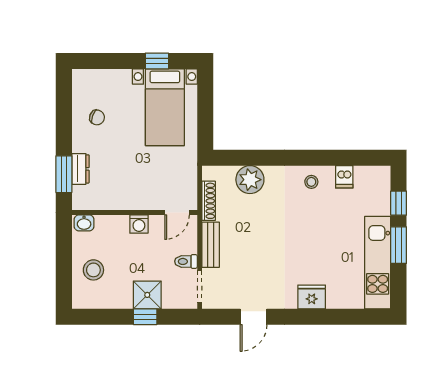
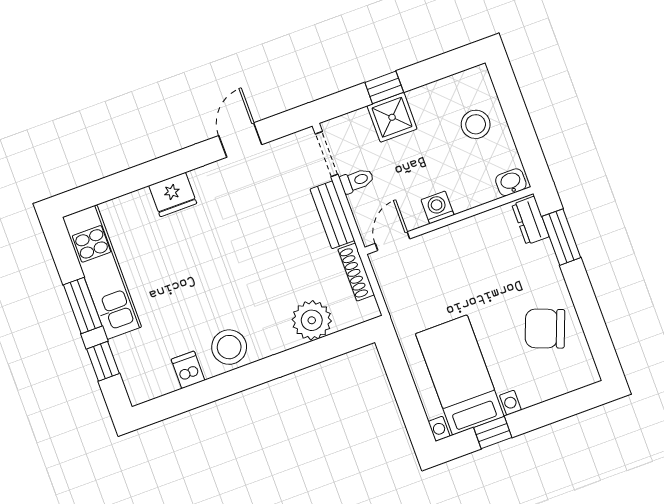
chair: (97, 117) -> (545, 329), width x1.87, depth x1.87
dresser: (80, 169) -> (530, 221), moved
stool: (311, 182) -> (229, 347), width x1.89, depth x1.89

